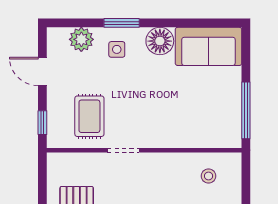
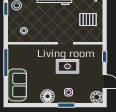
plant: (81, 39) -> (97, 97), moved
sofa: (208, 46) -> (17, 85), moved, turned 90
rug: (89, 116) -> (67, 66), moved, turned 90

